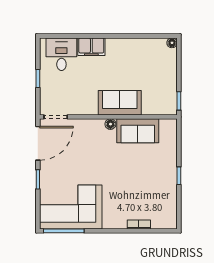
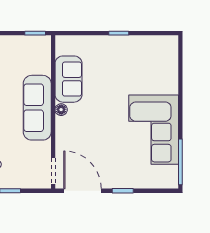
sofa: (120, 103) -> (37, 108), width x1.36
corner sofa: (71, 207) -> (154, 130), moved
bookcase: (139, 224) -> (173, 78), removed

